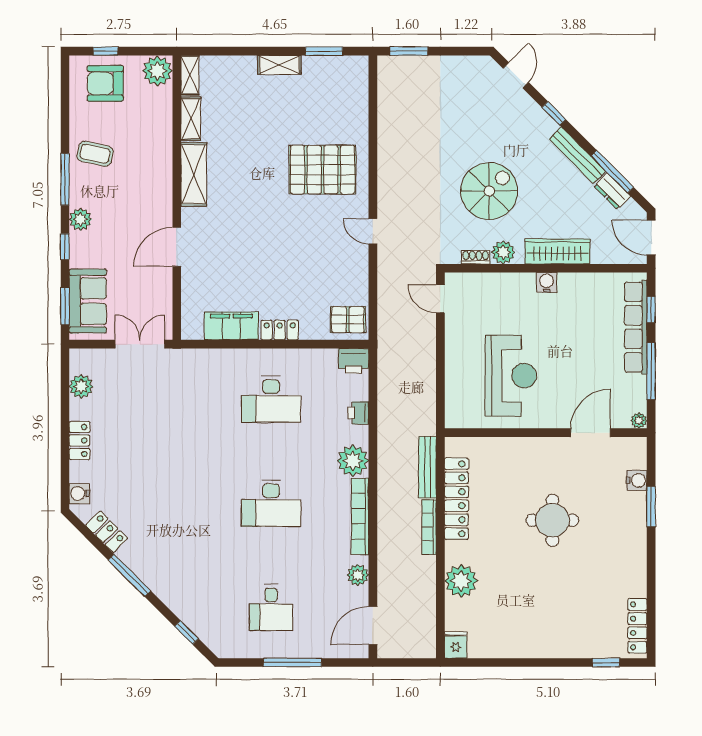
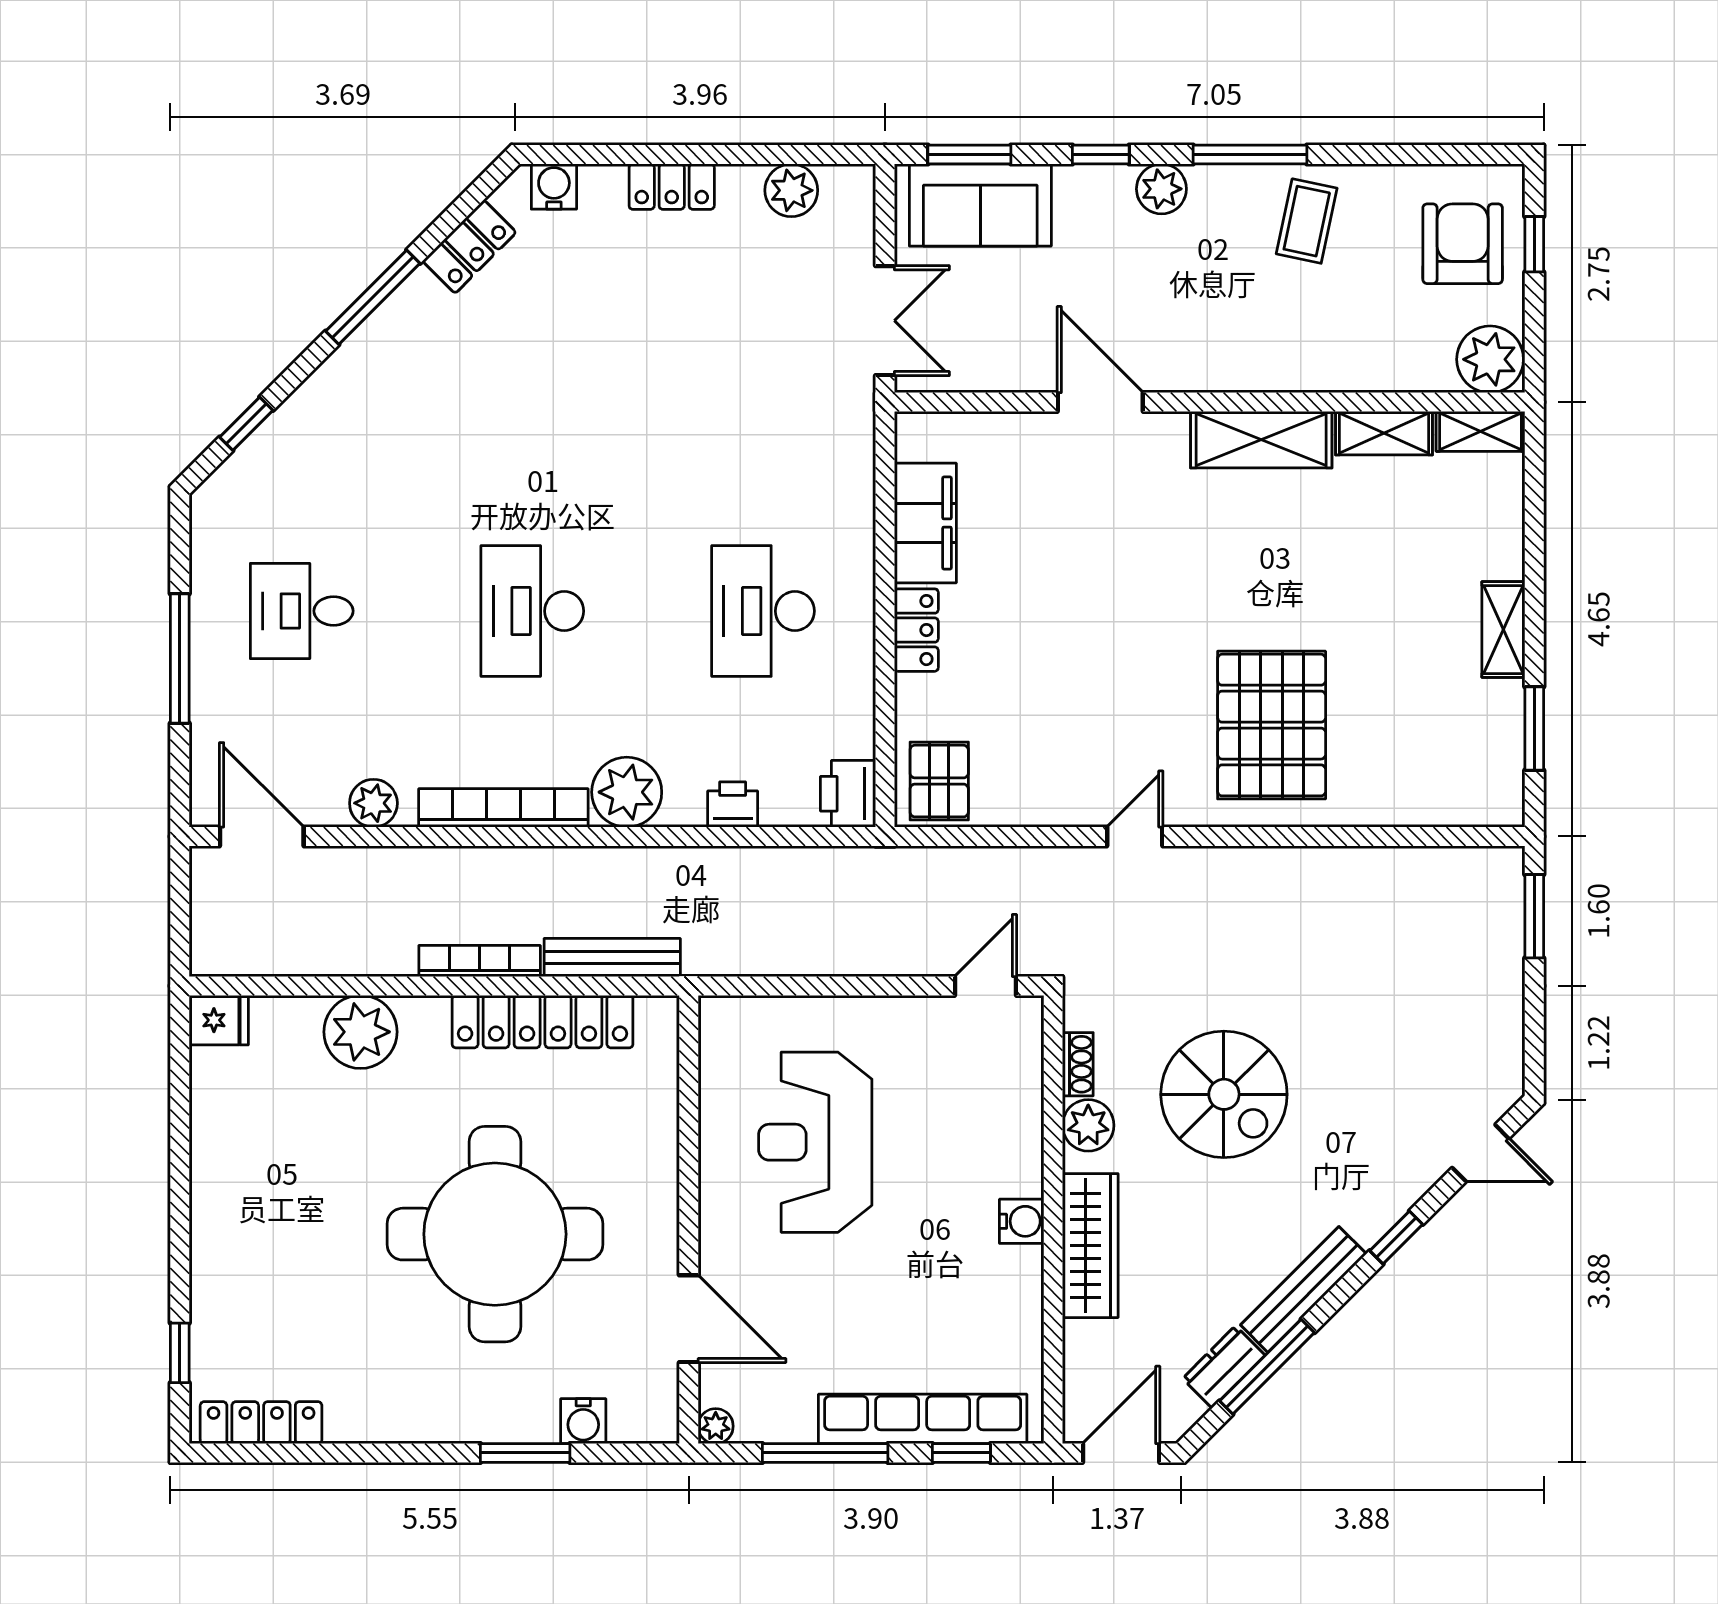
reception desk: (511, 376) -> (815, 1142), turned 90
round table: (552, 520) -> (495, 1234), width x1.86, depth x1.86

